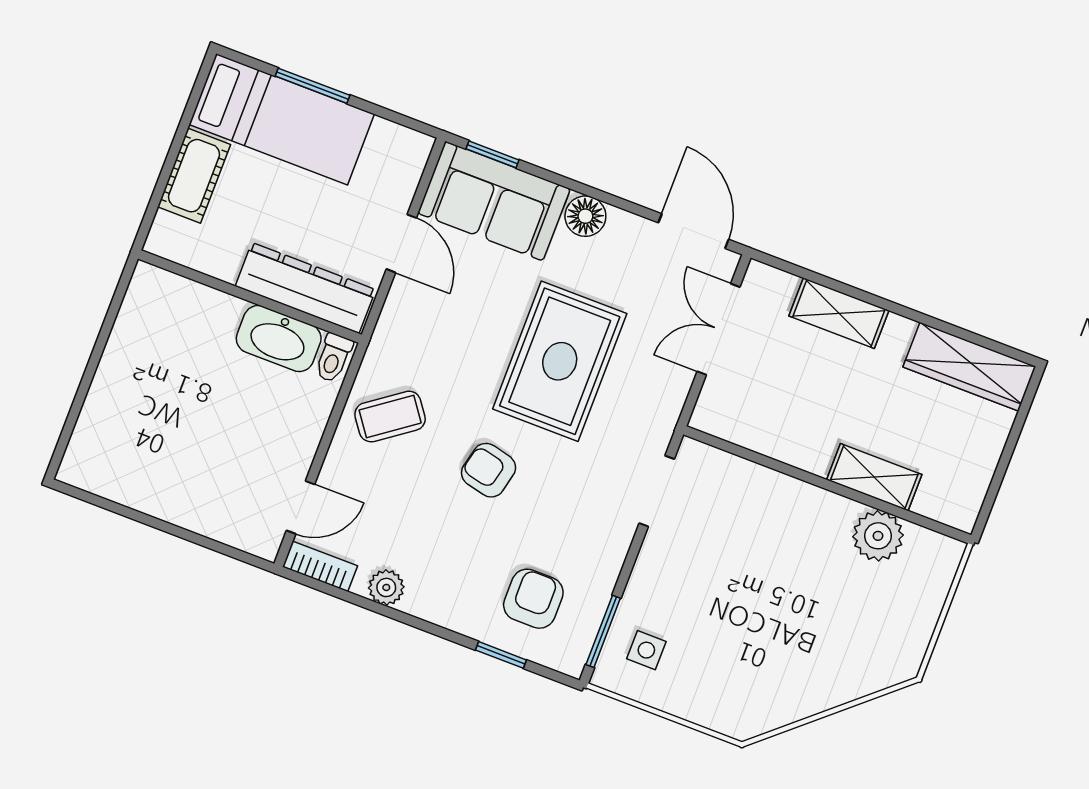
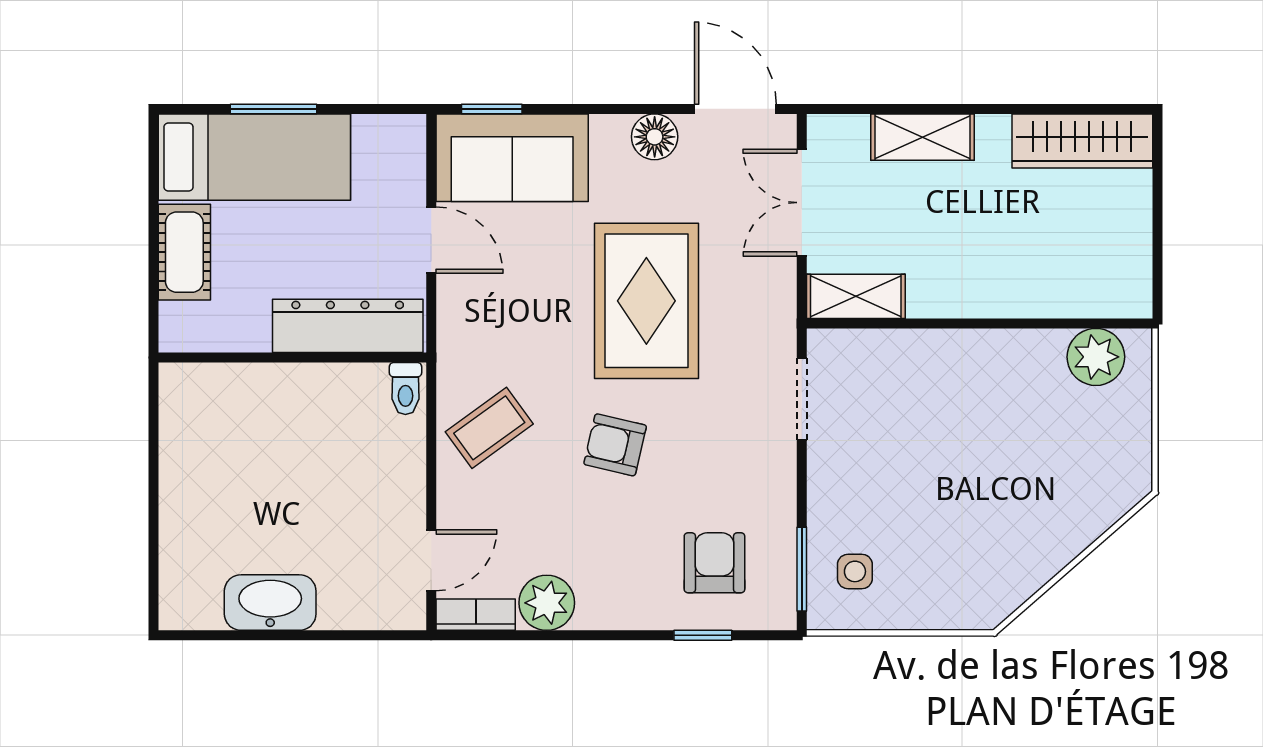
floor lamp: (585, 216) -> (655, 137), moved
washbasin: (279, 339) -> (270, 603), moved, turned 180
shelving: (874, 477) -> (856, 296), moved
plant: (878, 536) -> (1096, 357), moved
plant: (386, 587) -> (547, 603), width x1.38, depth x1.38

